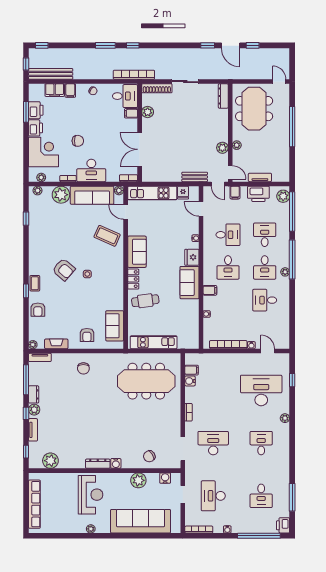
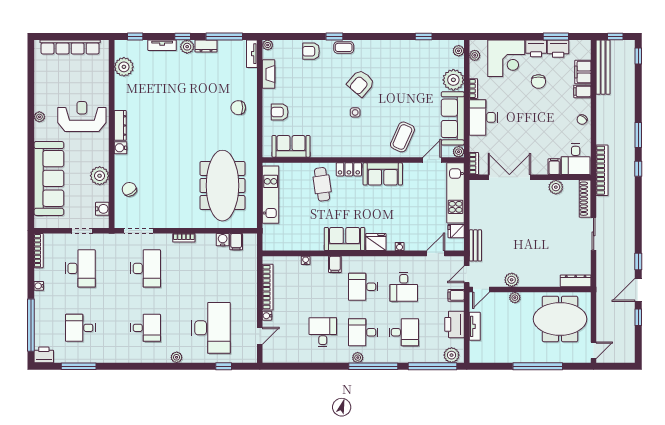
chair: (78, 141) -> (538, 81), moved
reception desk: (91, 495) -> (82, 116), turned 180
desk: (213, 496) -> (80, 268), turned 90

